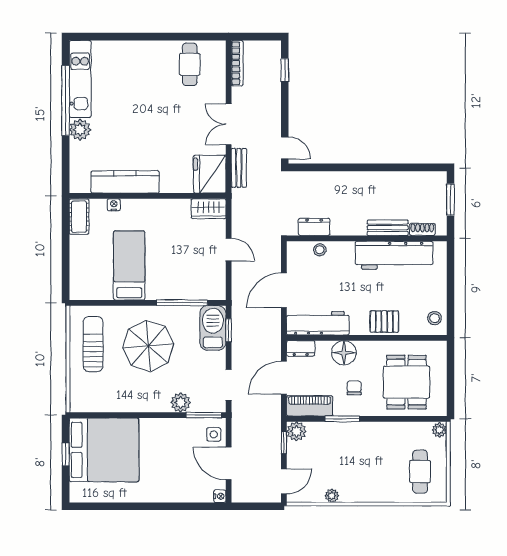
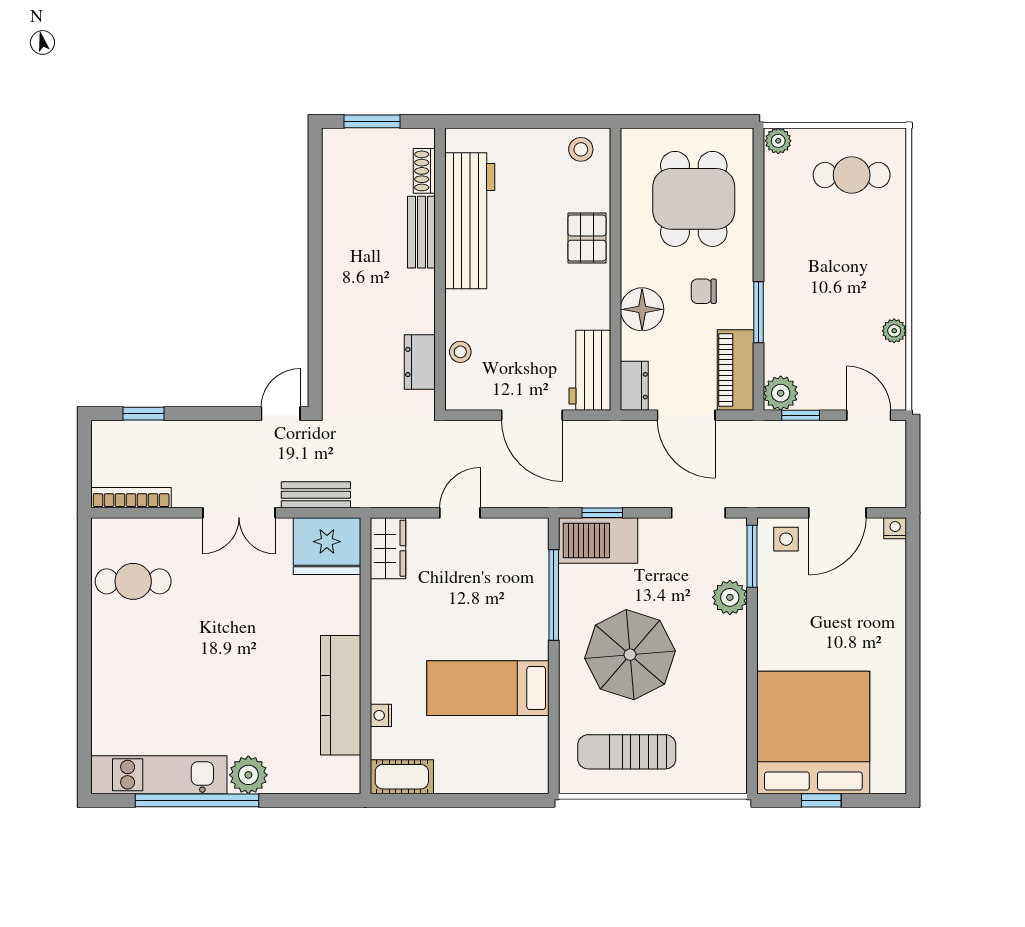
workbench: (318, 323) -> (590, 370), width x0.73
dining table: (407, 382) -> (694, 199), turned 90

